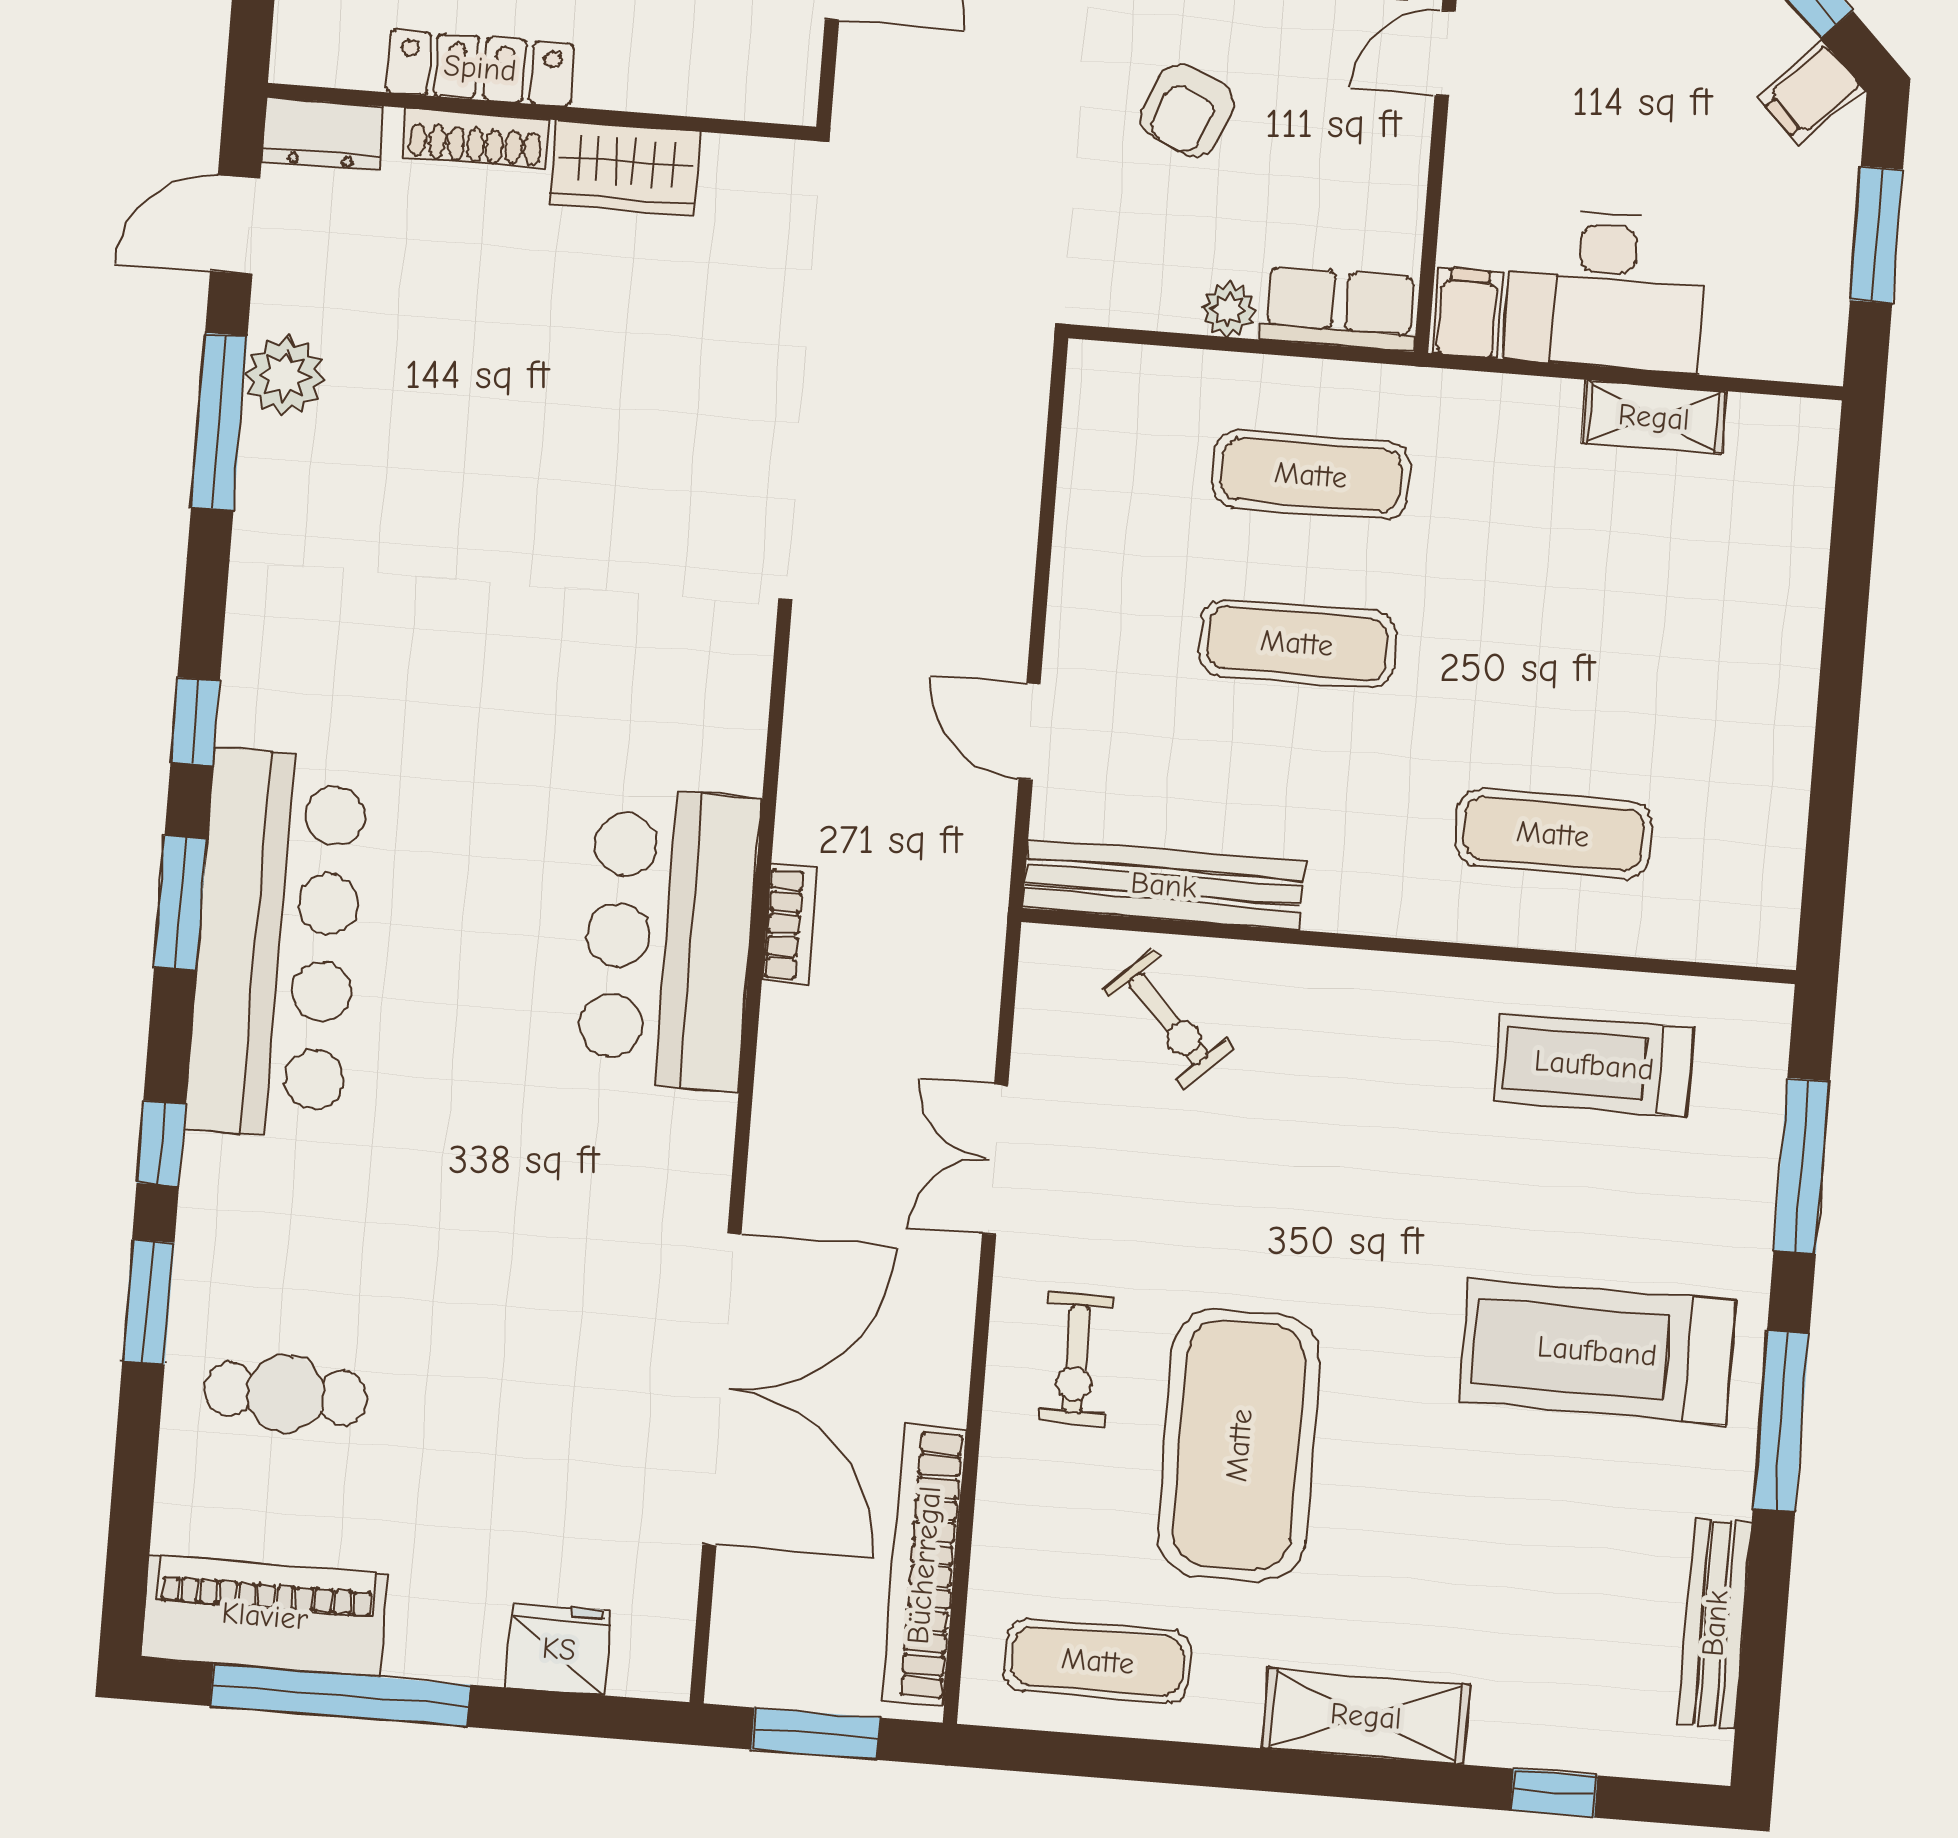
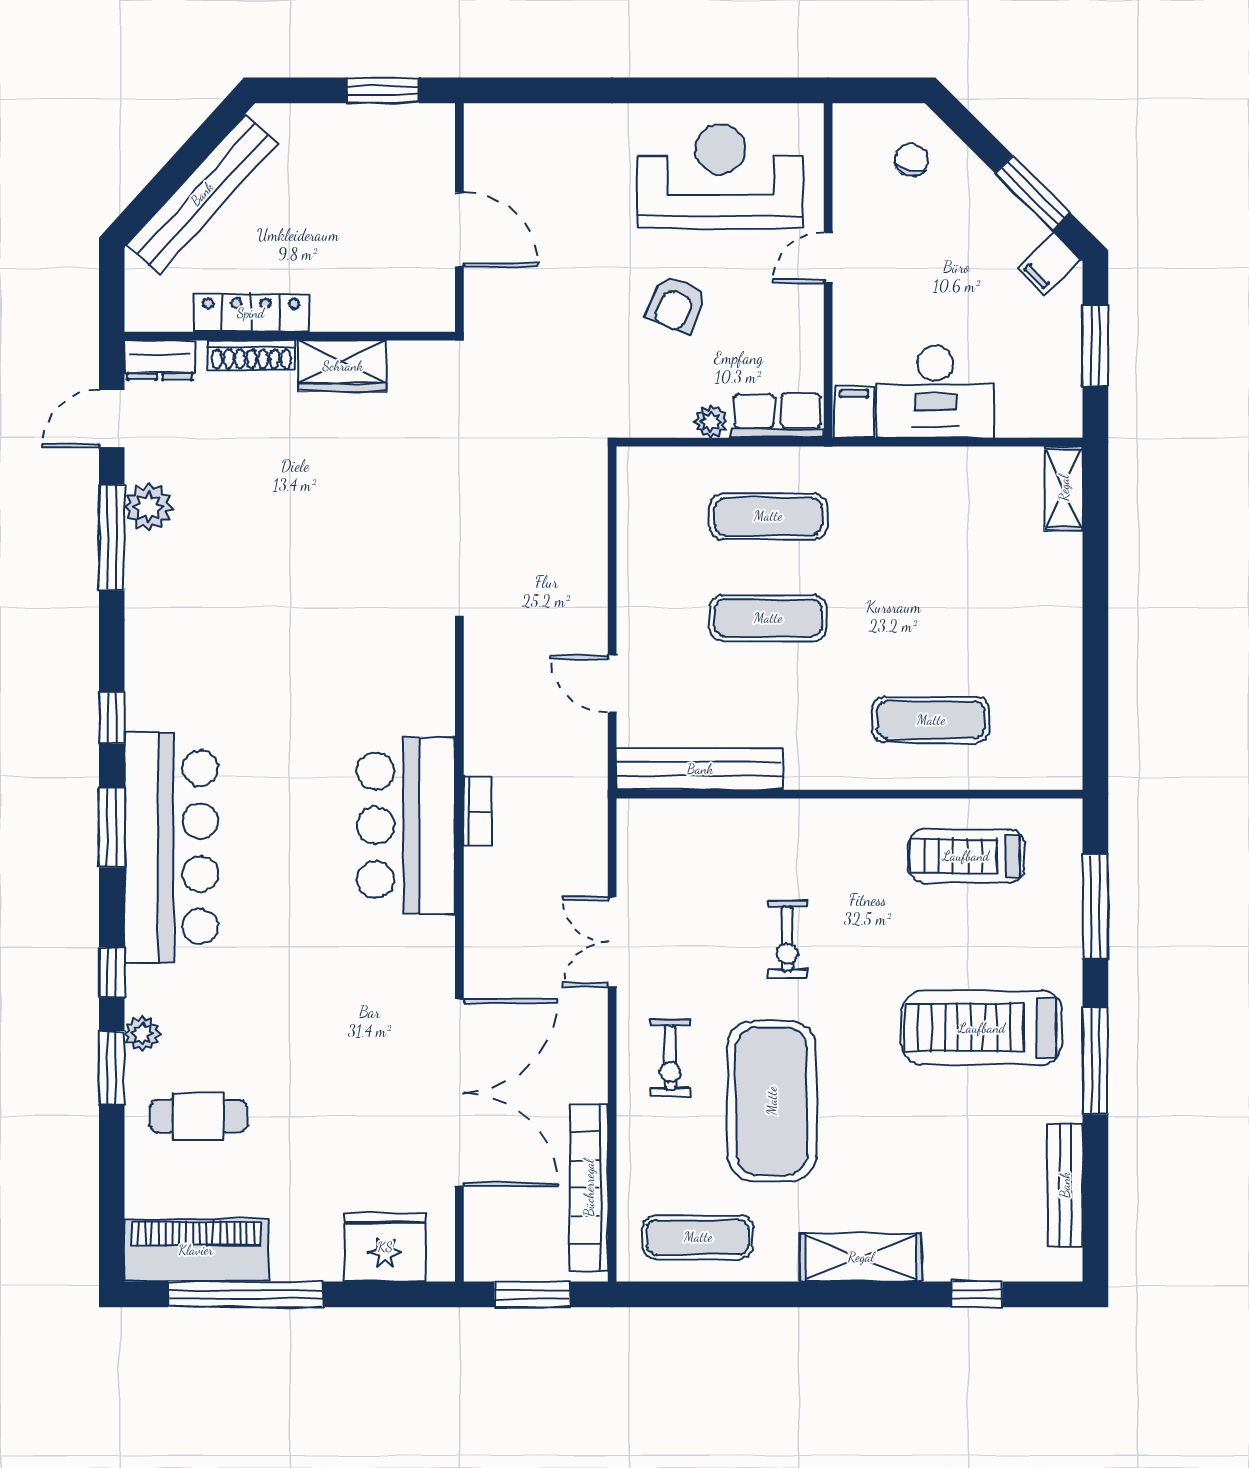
shelving: (1654, 417) -> (1064, 488), moved, turned 90
exercise bike: (1168, 1019) -> (787, 939), moved, turned 44
plant: (204, 1249) -> (142, 1034), added
fridge: (559, 1649) -> (385, 1247), width x1.36, depth x1.34

